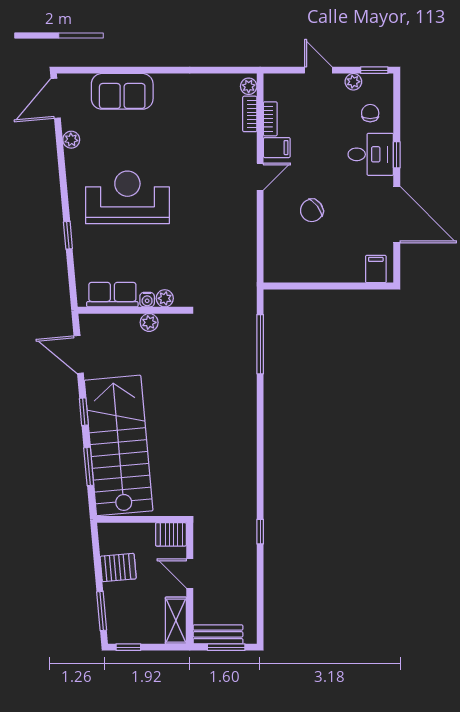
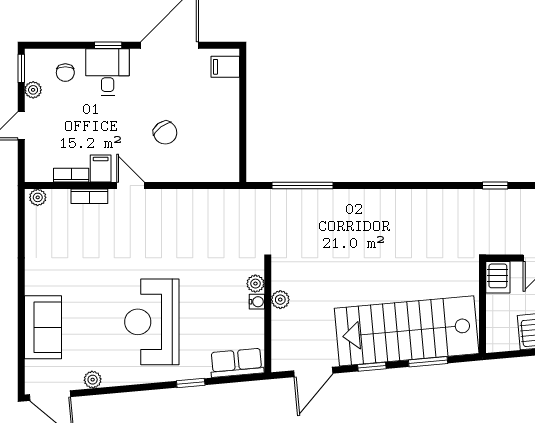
chair: (370, 113) -> (65, 73), turned -90
bookcase: (250, 114) -> (89, 196), moved
row of seats: (112, 295) -> (237, 363), moved, turned 85

